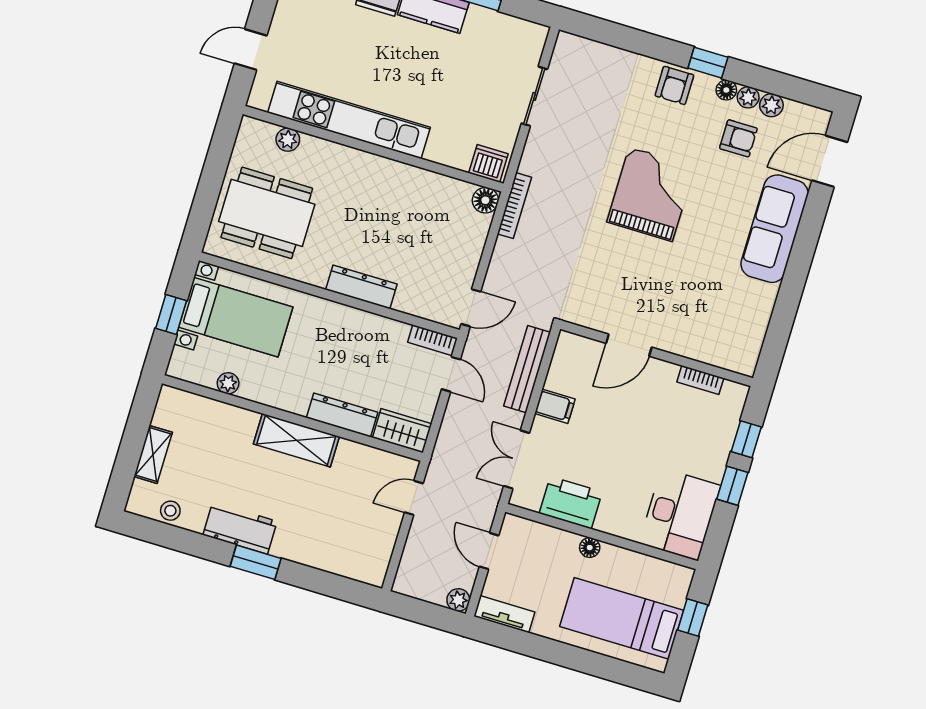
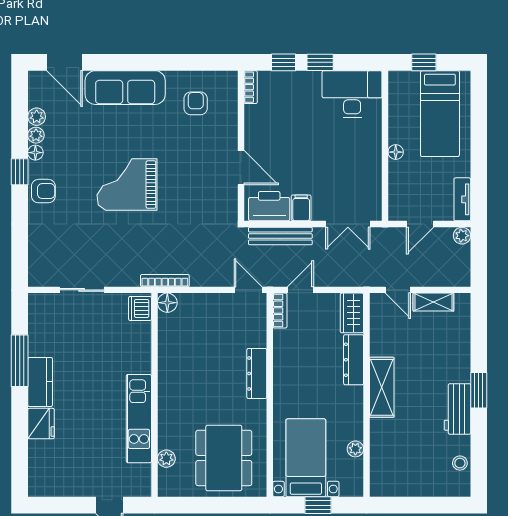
kitchen unit: (349, 120) -> (139, 419), width x0.73
armchair: (738, 138) -> (196, 103), moved
bookcase: (700, 380) -> (251, 87), moved
shelving: (153, 454) -> (433, 302), moved
printer: (571, 503) -> (269, 206), moved, turned 90

